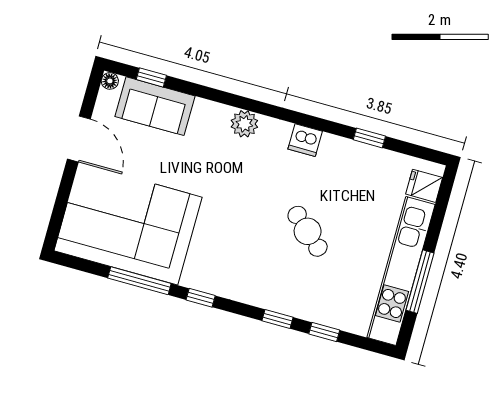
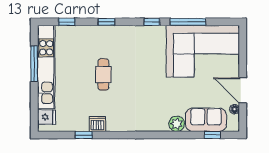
floor lamp: (110, 81) -> (234, 109), moved
plant: (244, 124) -> (177, 124), moved
dishwasher: (305, 140) -> (97, 124), moved
cafe table: (308, 231) -> (103, 74), turned 48
window: (324, 332) -> (67, 22), moved

